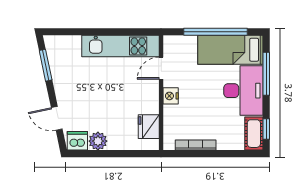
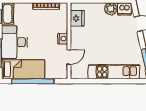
kitchen unit: (120, 46) -> (114, 72), moved

